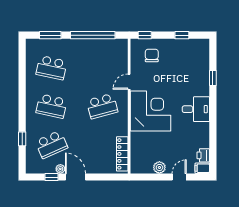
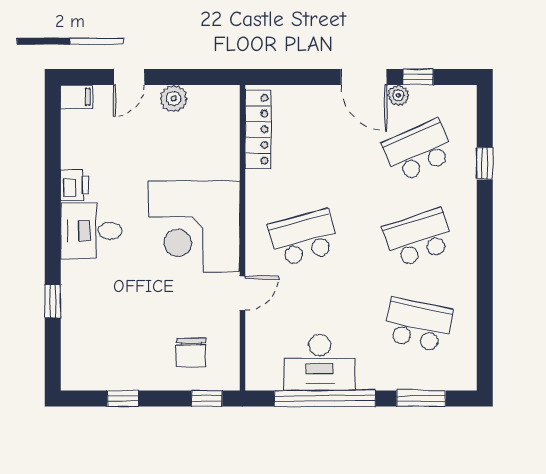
desk: (95, 51) -> (320, 362), added
school desk: (51, 106) -> (418, 238), turned -30
printer: (203, 155) -> (74, 185), moved

